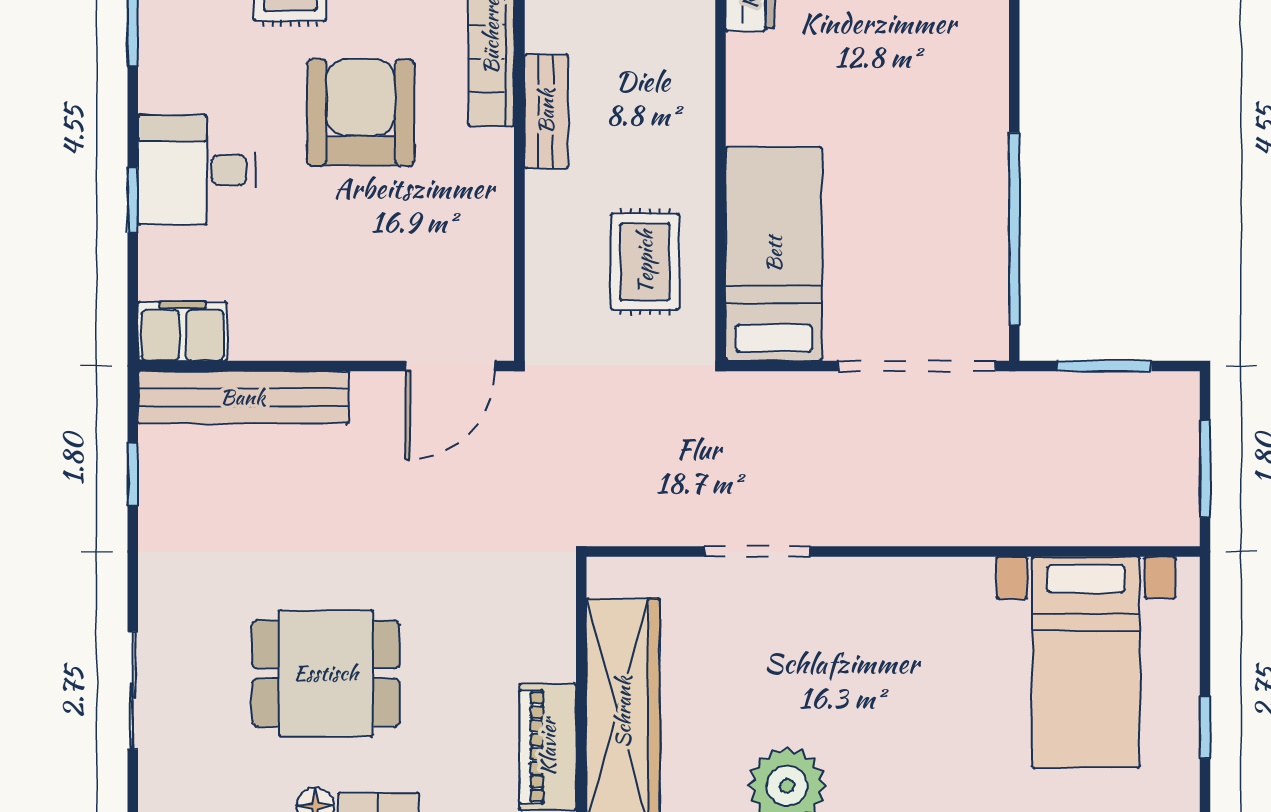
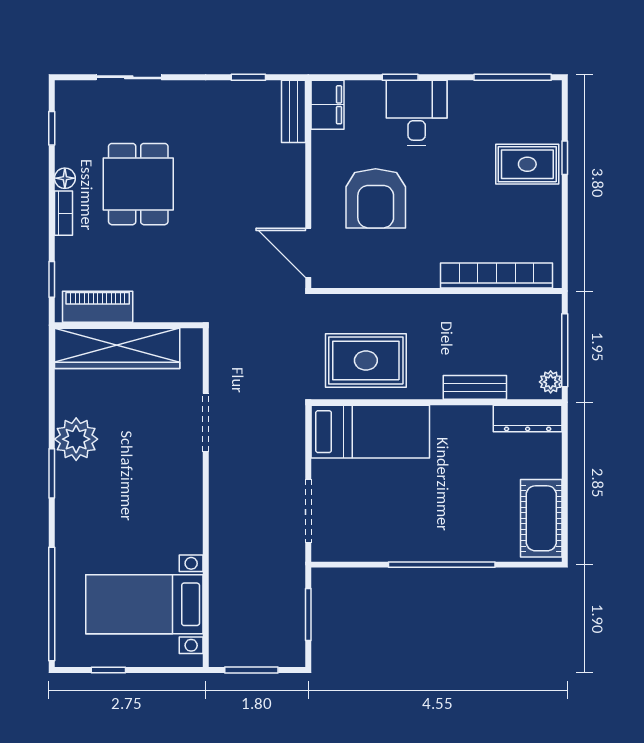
bench: (546, 111) -> (475, 387), moved
armchair: (361, 112) -> (376, 198), moved, turned 90
window: (1014, 229) -> (442, 565), moved
rug: (645, 262) -> (366, 360), width x1.36, depth x1.43
doorway: (917, 366) -> (308, 511), width x0.73
bench: (243, 397) -> (293, 111), width x0.54, depth x0.82

